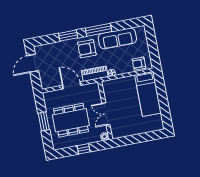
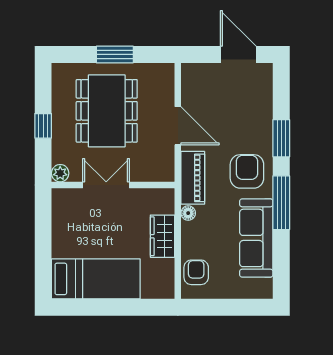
wardrobe: (125, 83) -> (162, 236), added
door: (72, 85) -> (178, 126), hinge flipped
bed: (148, 94) -> (96, 279), moved, turned 180

